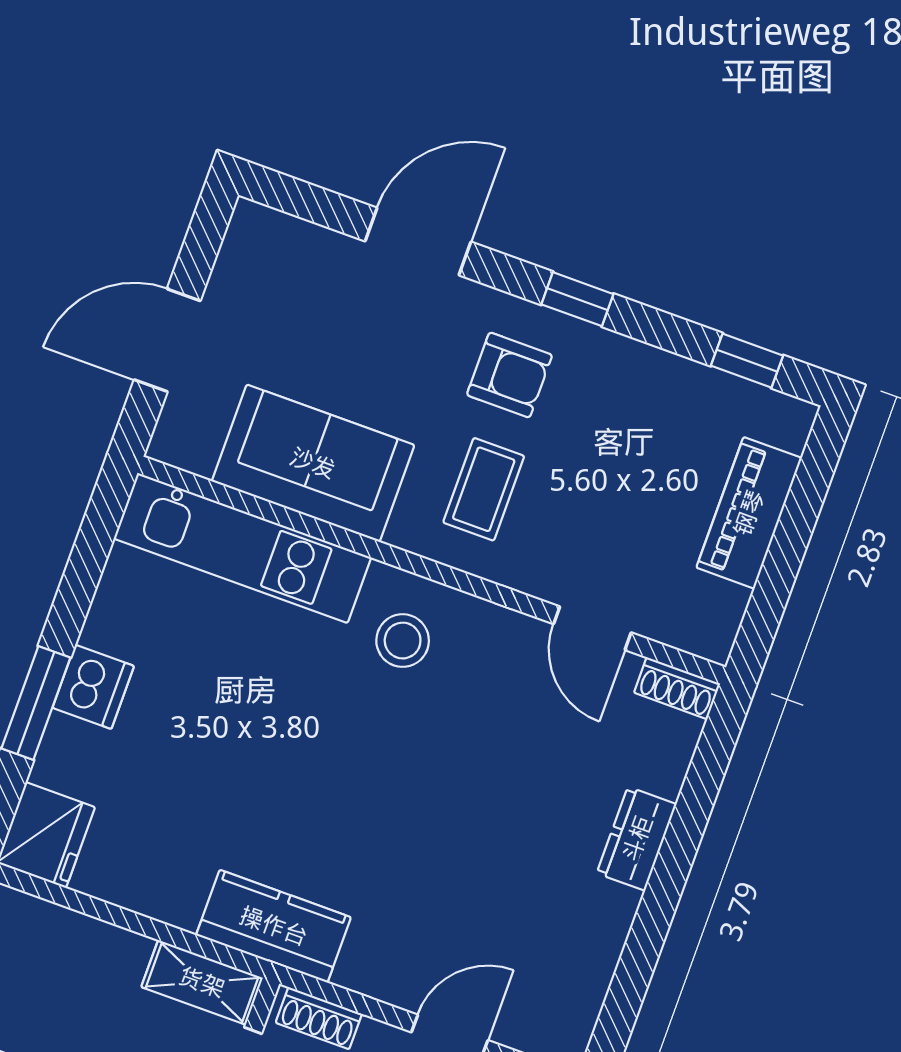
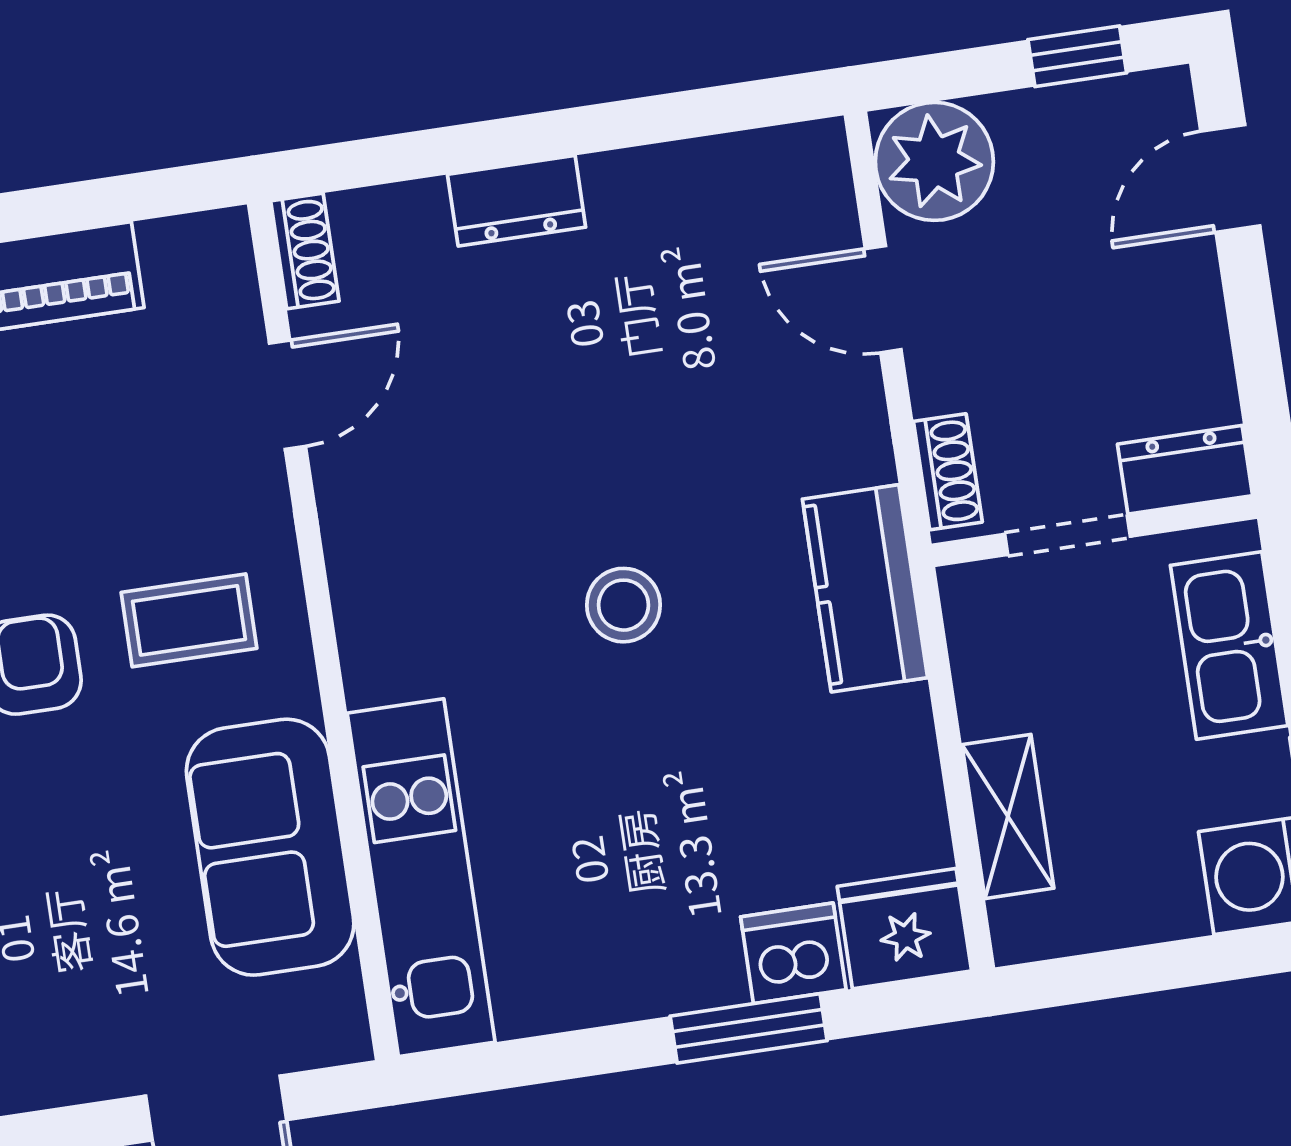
stool: (403, 641) -> (623, 605), moved
dishwasher: (93, 687) -> (793, 953), moved
shelving: (202, 982) -> (1008, 816), moved

